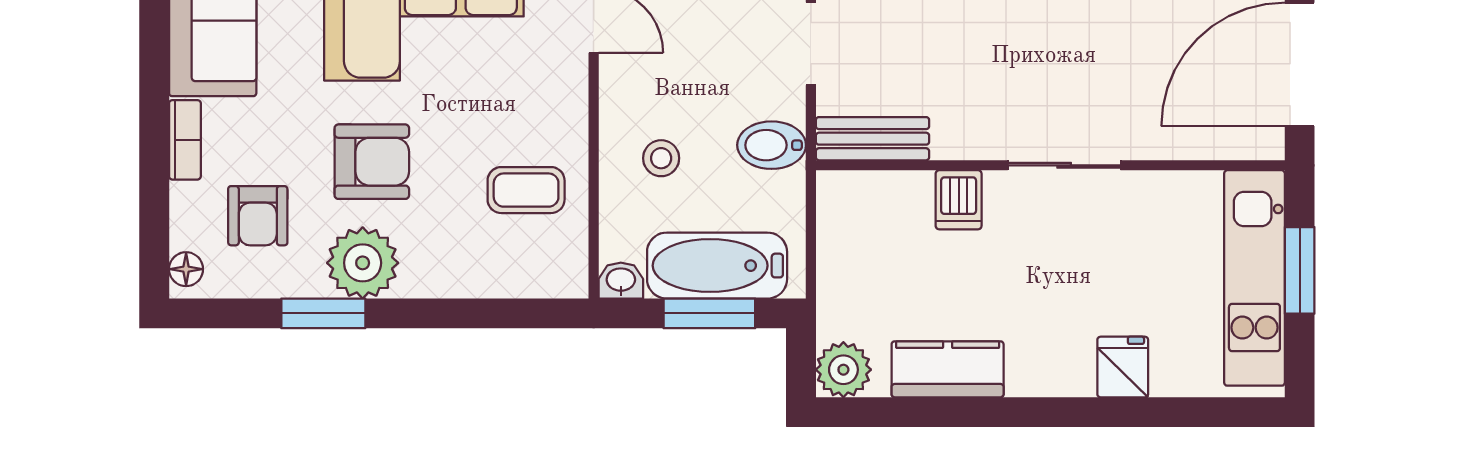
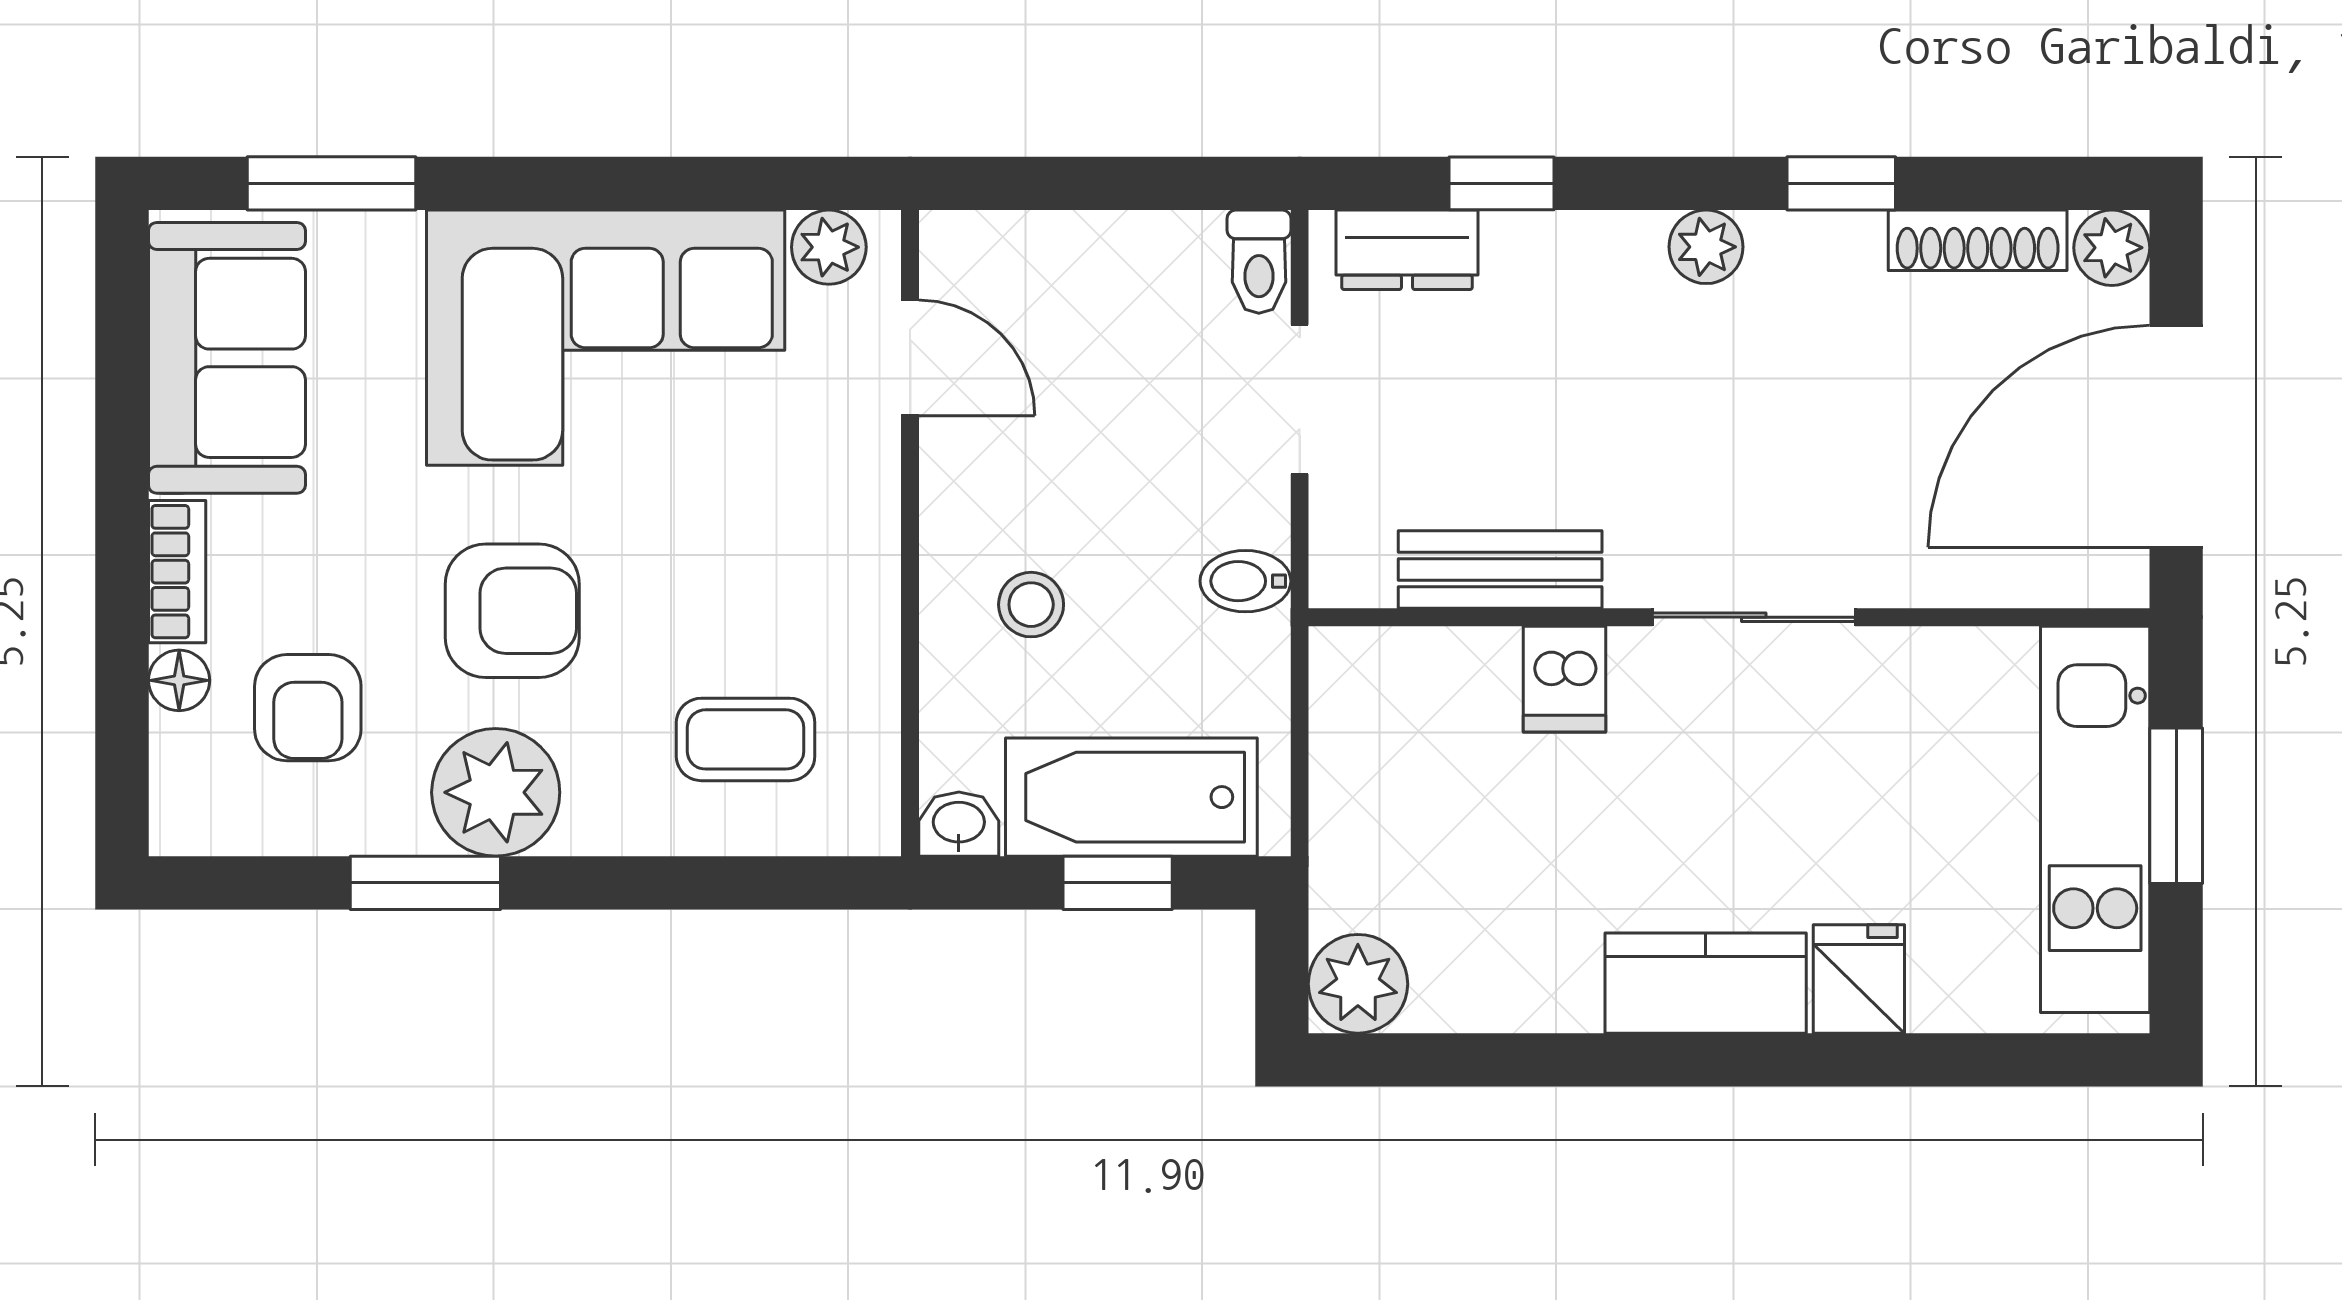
bench: (873, 139) -> (1500, 570), moved
bidet: (772, 145) -> (1245, 581), width x0.72, depth x0.74
coffee table: (526, 190) -> (746, 739), moved
floor lamp: (186, 269) -> (179, 680), moved
window: (709, 313) -> (1118, 883), width x0.67
kitchen counter: (948, 369) -> (1706, 983), moved

